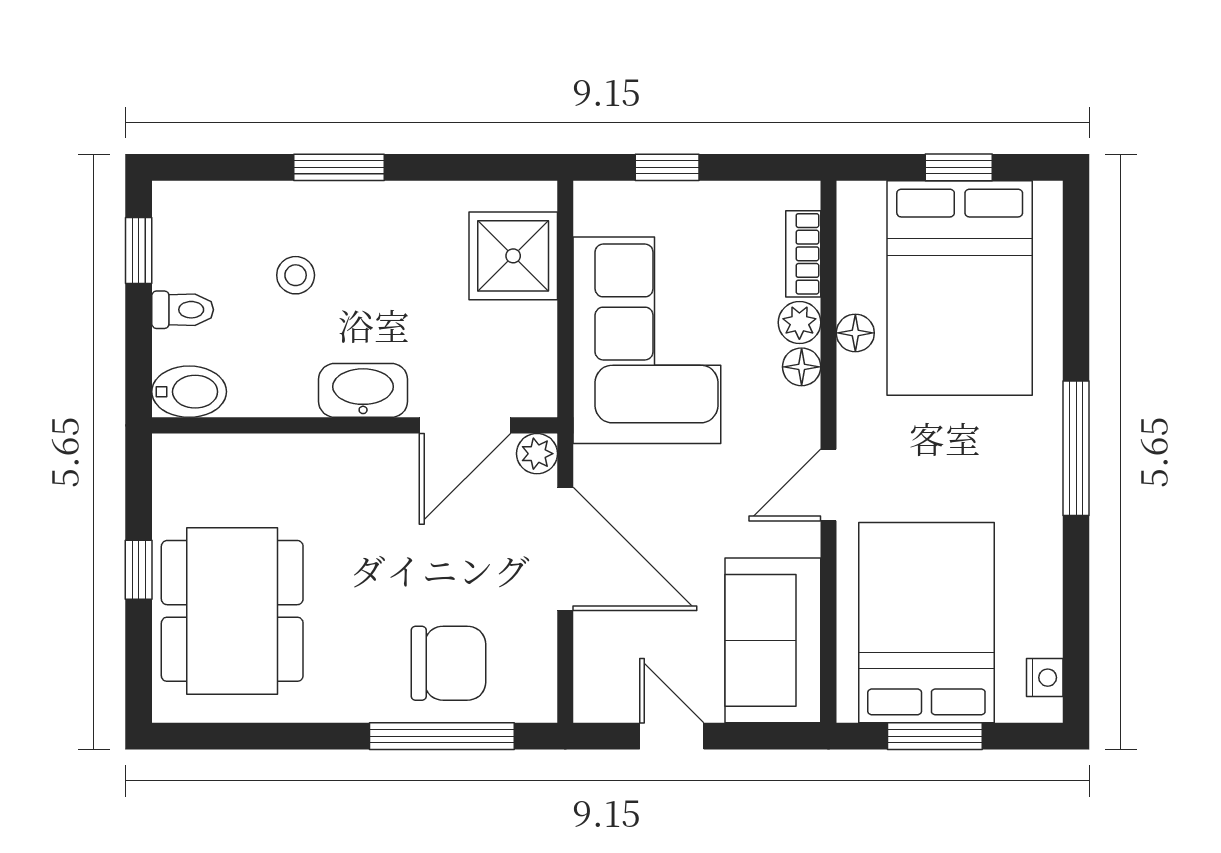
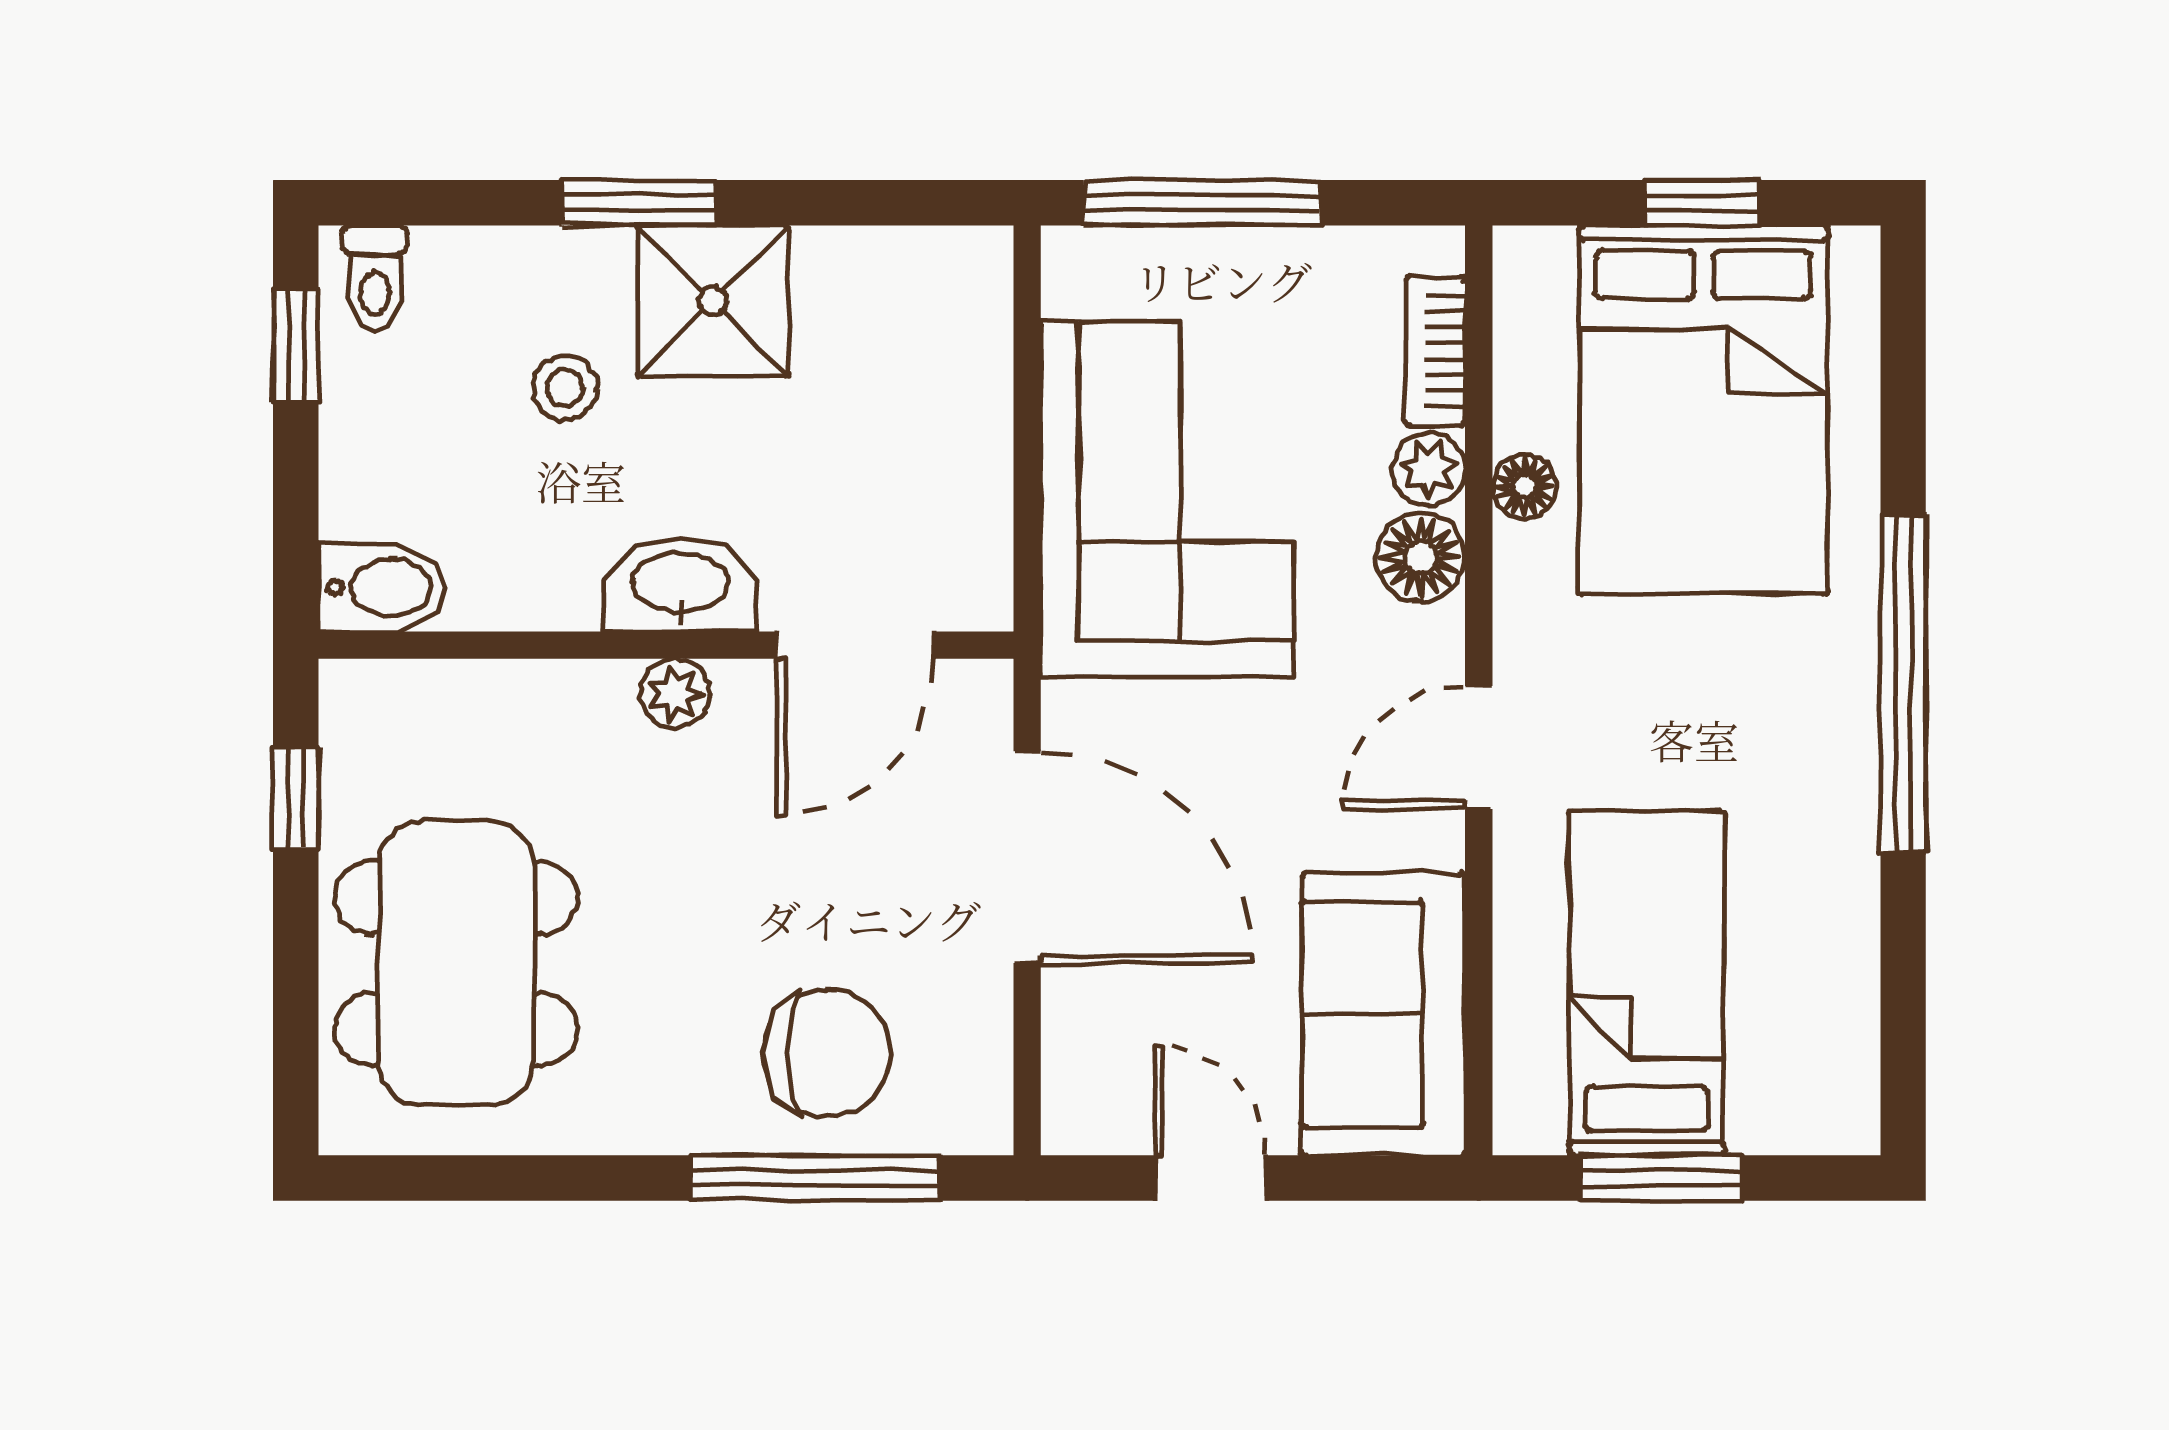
window: (667, 167) -> (1202, 203), width x2.17
shower: (513, 256) -> (713, 301), moved
toilet: (183, 310) -> (375, 278), moved, turned 90
floor lamp: (802, 367) -> (1420, 557), width x1.37, depth x1.37
window: (1076, 448) -> (1903, 684), width x1.46
plant: (537, 454) -> (675, 694), moved
window: (139, 570) -> (296, 798), moved
bed: (926, 623) -> (1647, 984), width x0.67
nightstand: (1045, 678) -> (1850, 1078), removed

